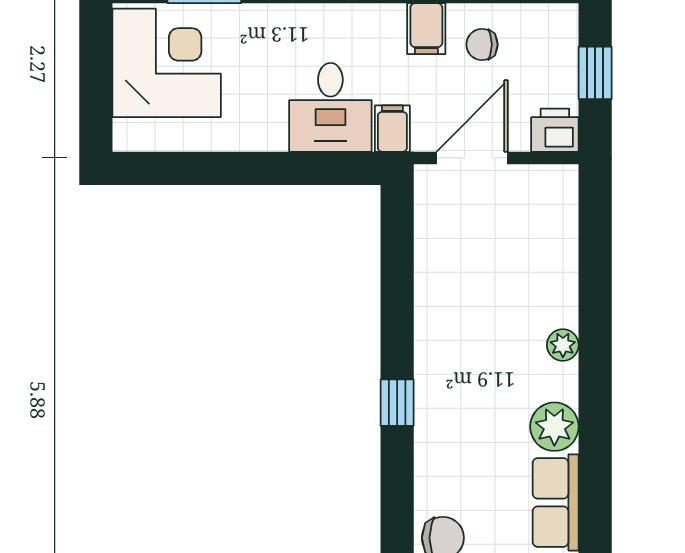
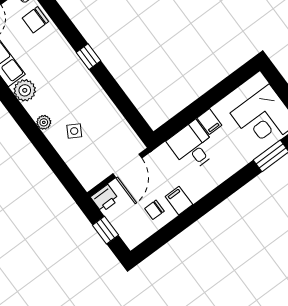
chair: (482, 45) -> (154, 210), turned 180
filing cabinet: (392, 129) -> (209, 122), moved
side table: (520, 290) -> (74, 131), added

